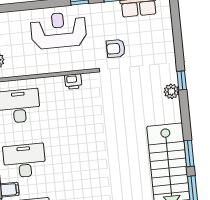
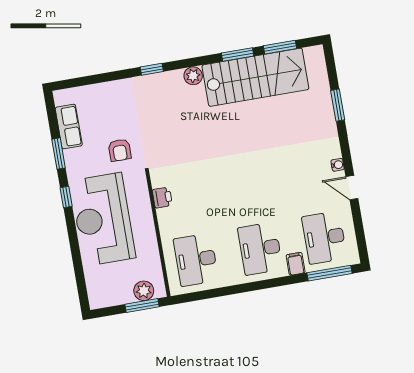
reception desk: (58, 30) -> (103, 219), width x1.36, depth x1.30
plant: (171, 91) -> (193, 76), moved

